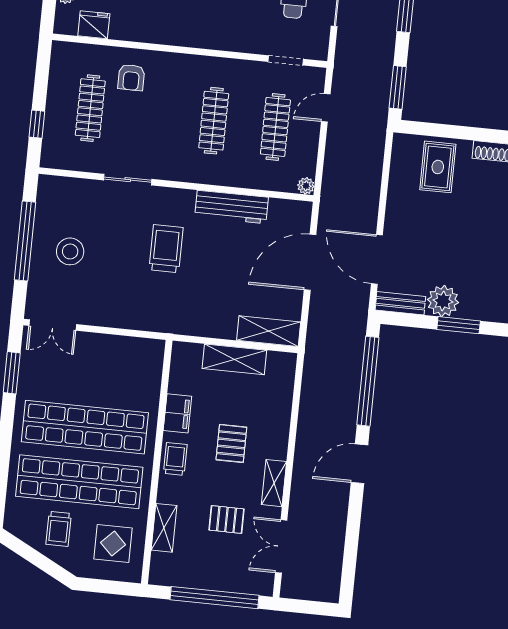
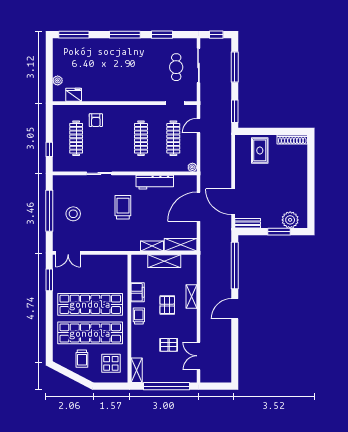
plant: (443, 301) -> (290, 220), moved
shelving: (214, 328) -> (152, 246), added
shelving: (274, 483) -> (191, 296), moved
shelving: (164, 528) -> (137, 370), moved

